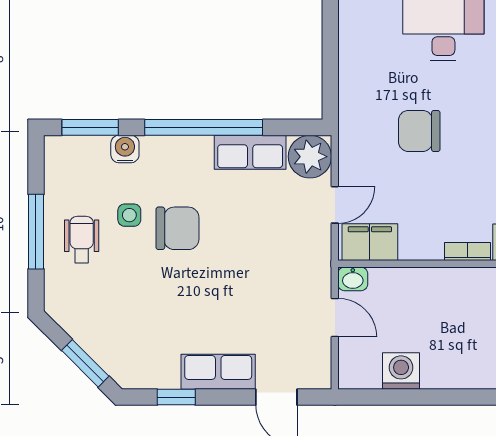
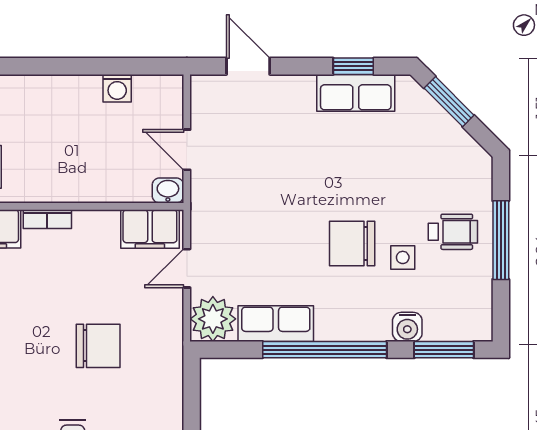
wheelchair: (82, 240) -> (453, 232), turned -90
washing machine: (401, 371) -> (117, 88), width x0.73, depth x0.73
row of seats: (218, 372) -> (356, 93), moved

